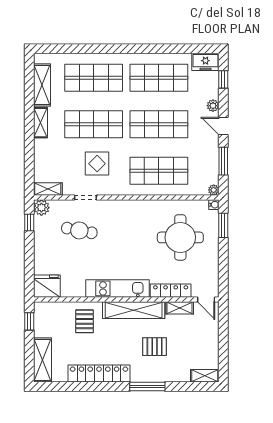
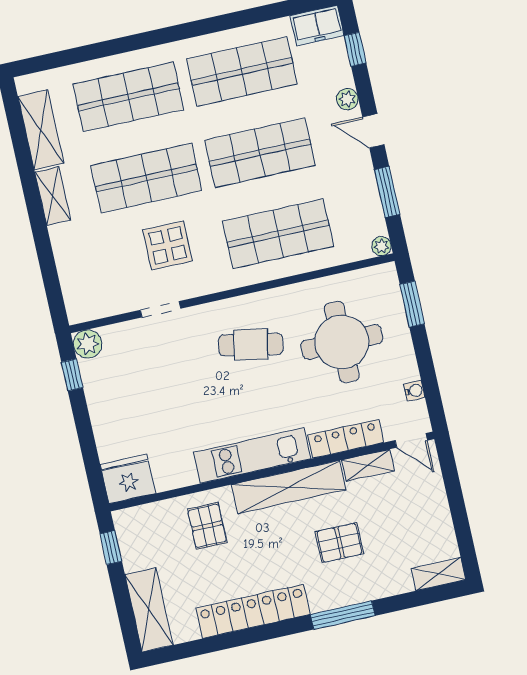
shelving: (48, 189) -> (92, 309), removed
water cooler: (214, 205) -> (414, 391), moved
cafe table: (79, 230) -> (251, 345), moved

